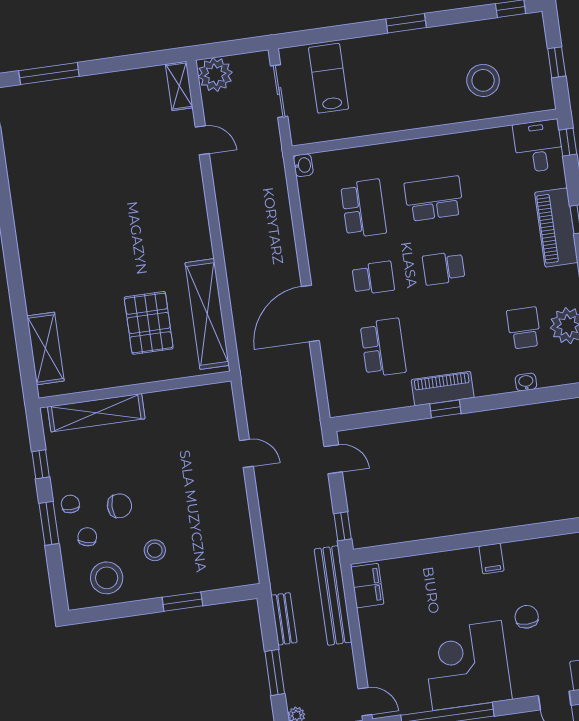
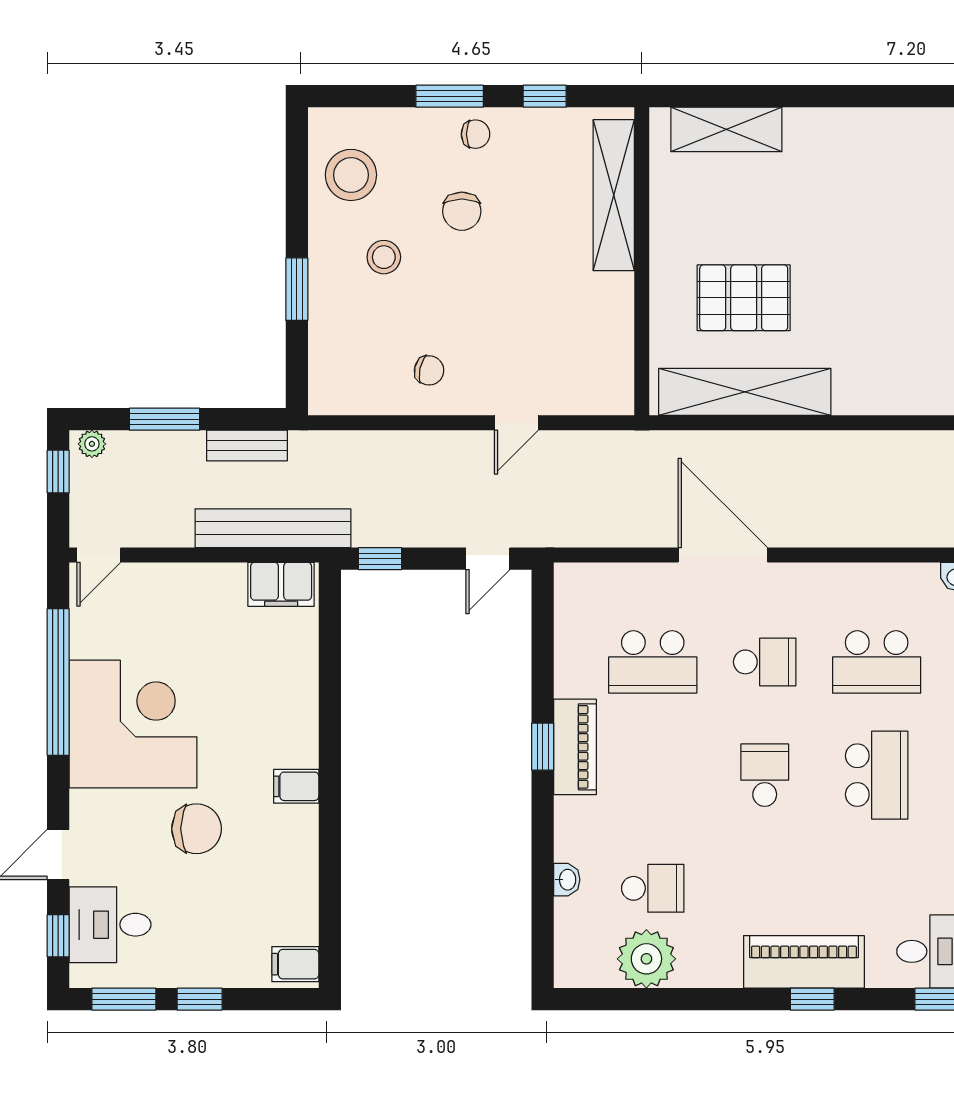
school desk: (373, 278) -> (765, 662), turned -90
chair: (87, 537) -> (429, 370), moved
chair: (527, 617) -> (197, 829), width x1.37, depth x1.37

